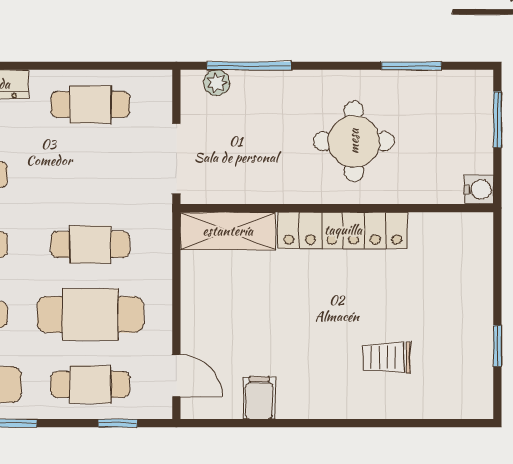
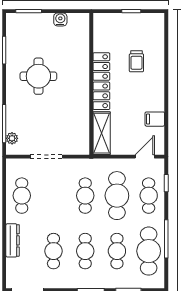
wall: (337, 208) -> (91, 84), moved
locker: (343, 230) -> (101, 81), moved
shelving: (228, 231) -> (102, 133), moved

